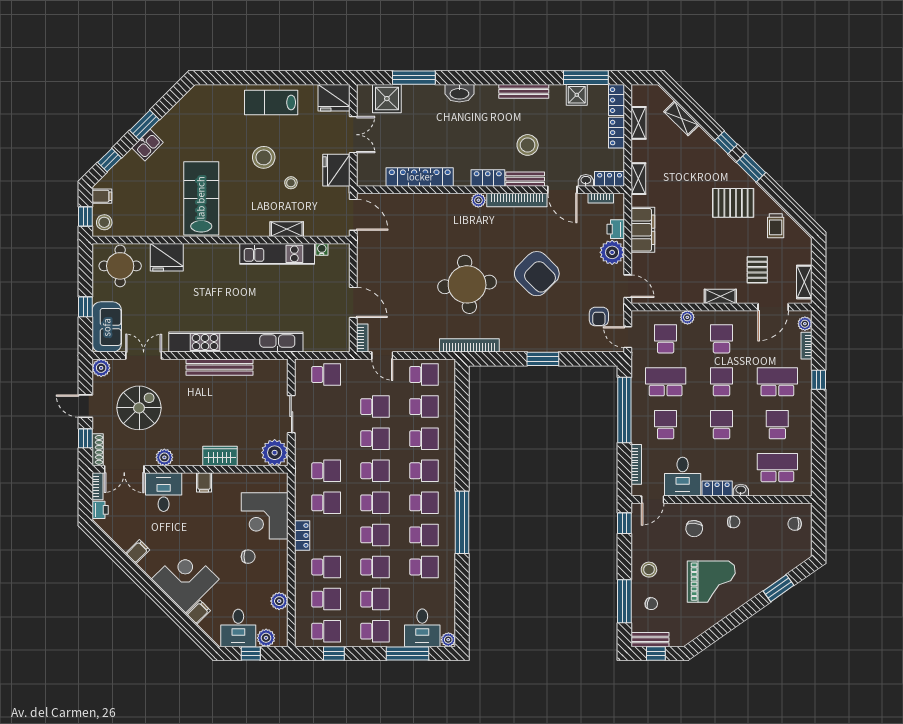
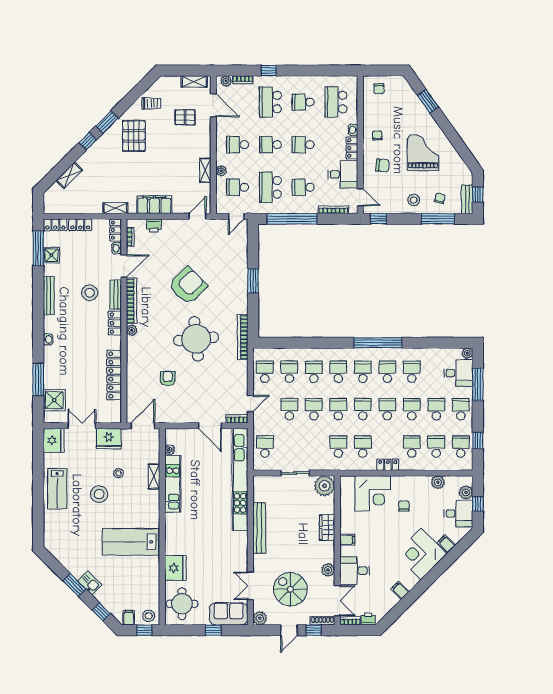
washbasin: (459, 93) -> (48, 339), width x0.52, depth x0.69
shelving: (639, 123) -> (73, 208), removed
plant: (612, 252) -> (172, 228), removed
shelving: (720, 296) -> (205, 170), moved
door: (353, 302) -> (210, 426), swing flipped
armchair: (599, 317) -> (168, 379), moved, turned -90
kitchen unit: (236, 342) -> (240, 479), moved

